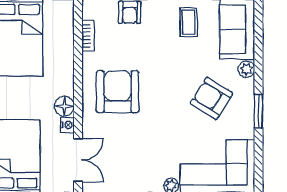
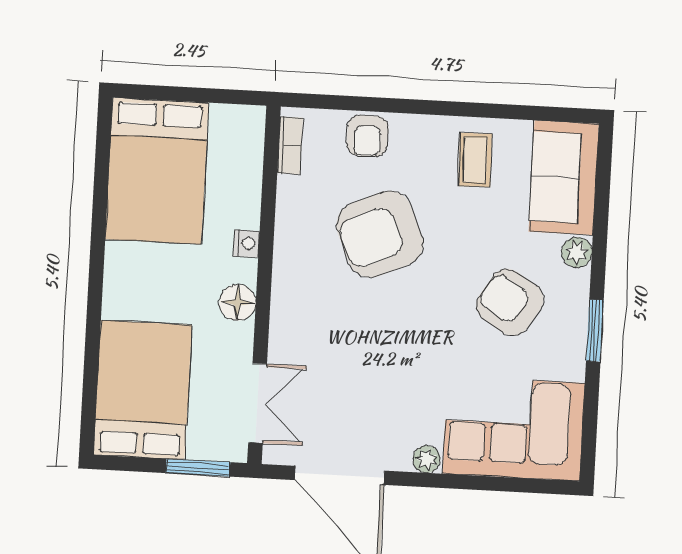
bookcase: (88, 36) -> (290, 145), moved
armchair: (118, 92) -> (380, 234), moved, turned -114
nightstand: (67, 125) -> (246, 244), moved

